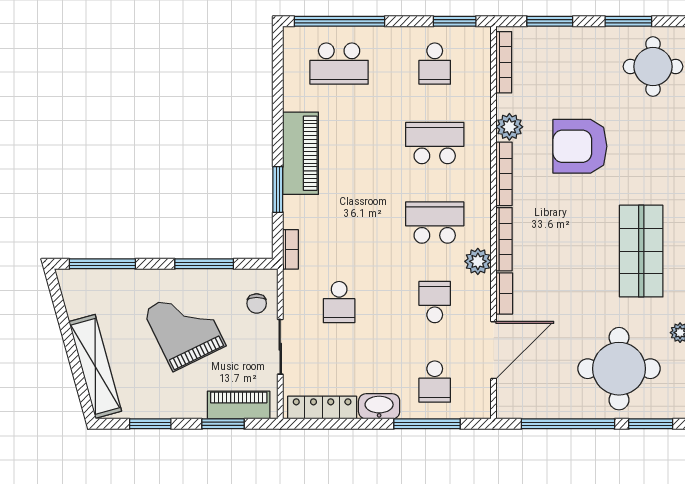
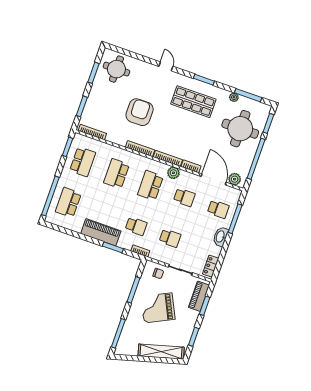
school desk: (339, 64) -> (68, 202), turned 180
school desk: (435, 64) -> (83, 162), width x1.85
plant: (509, 127) -> (235, 179), moved
armchair: (580, 146) -> (140, 112), turned 180
school desk: (339, 223) -> (136, 226), added
school desk: (435, 302) -> (184, 197), turned 180
locker: (322, 408) -> (211, 266), width x0.66

